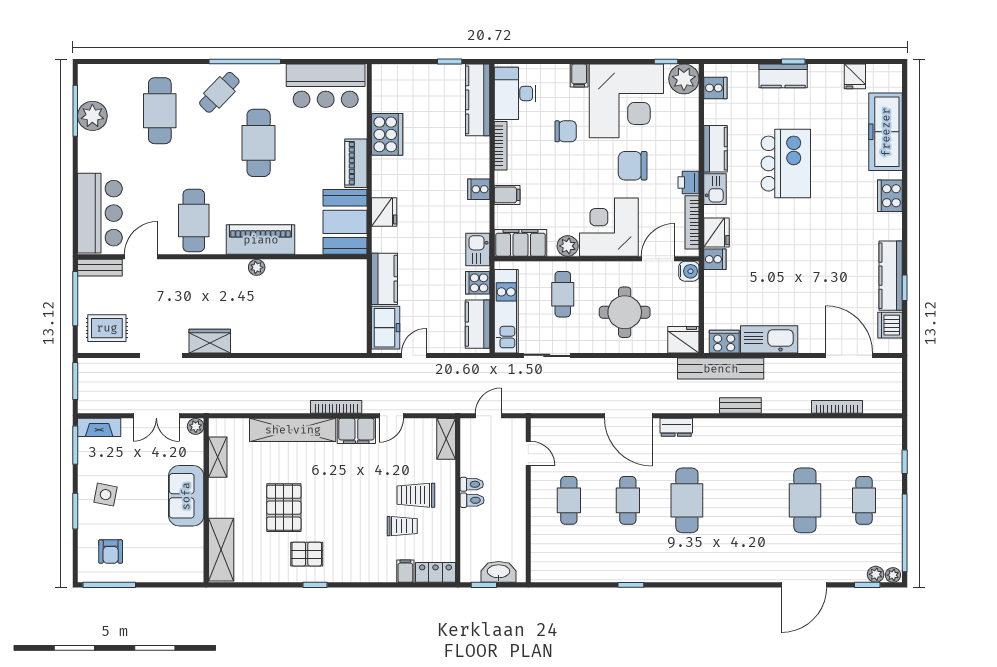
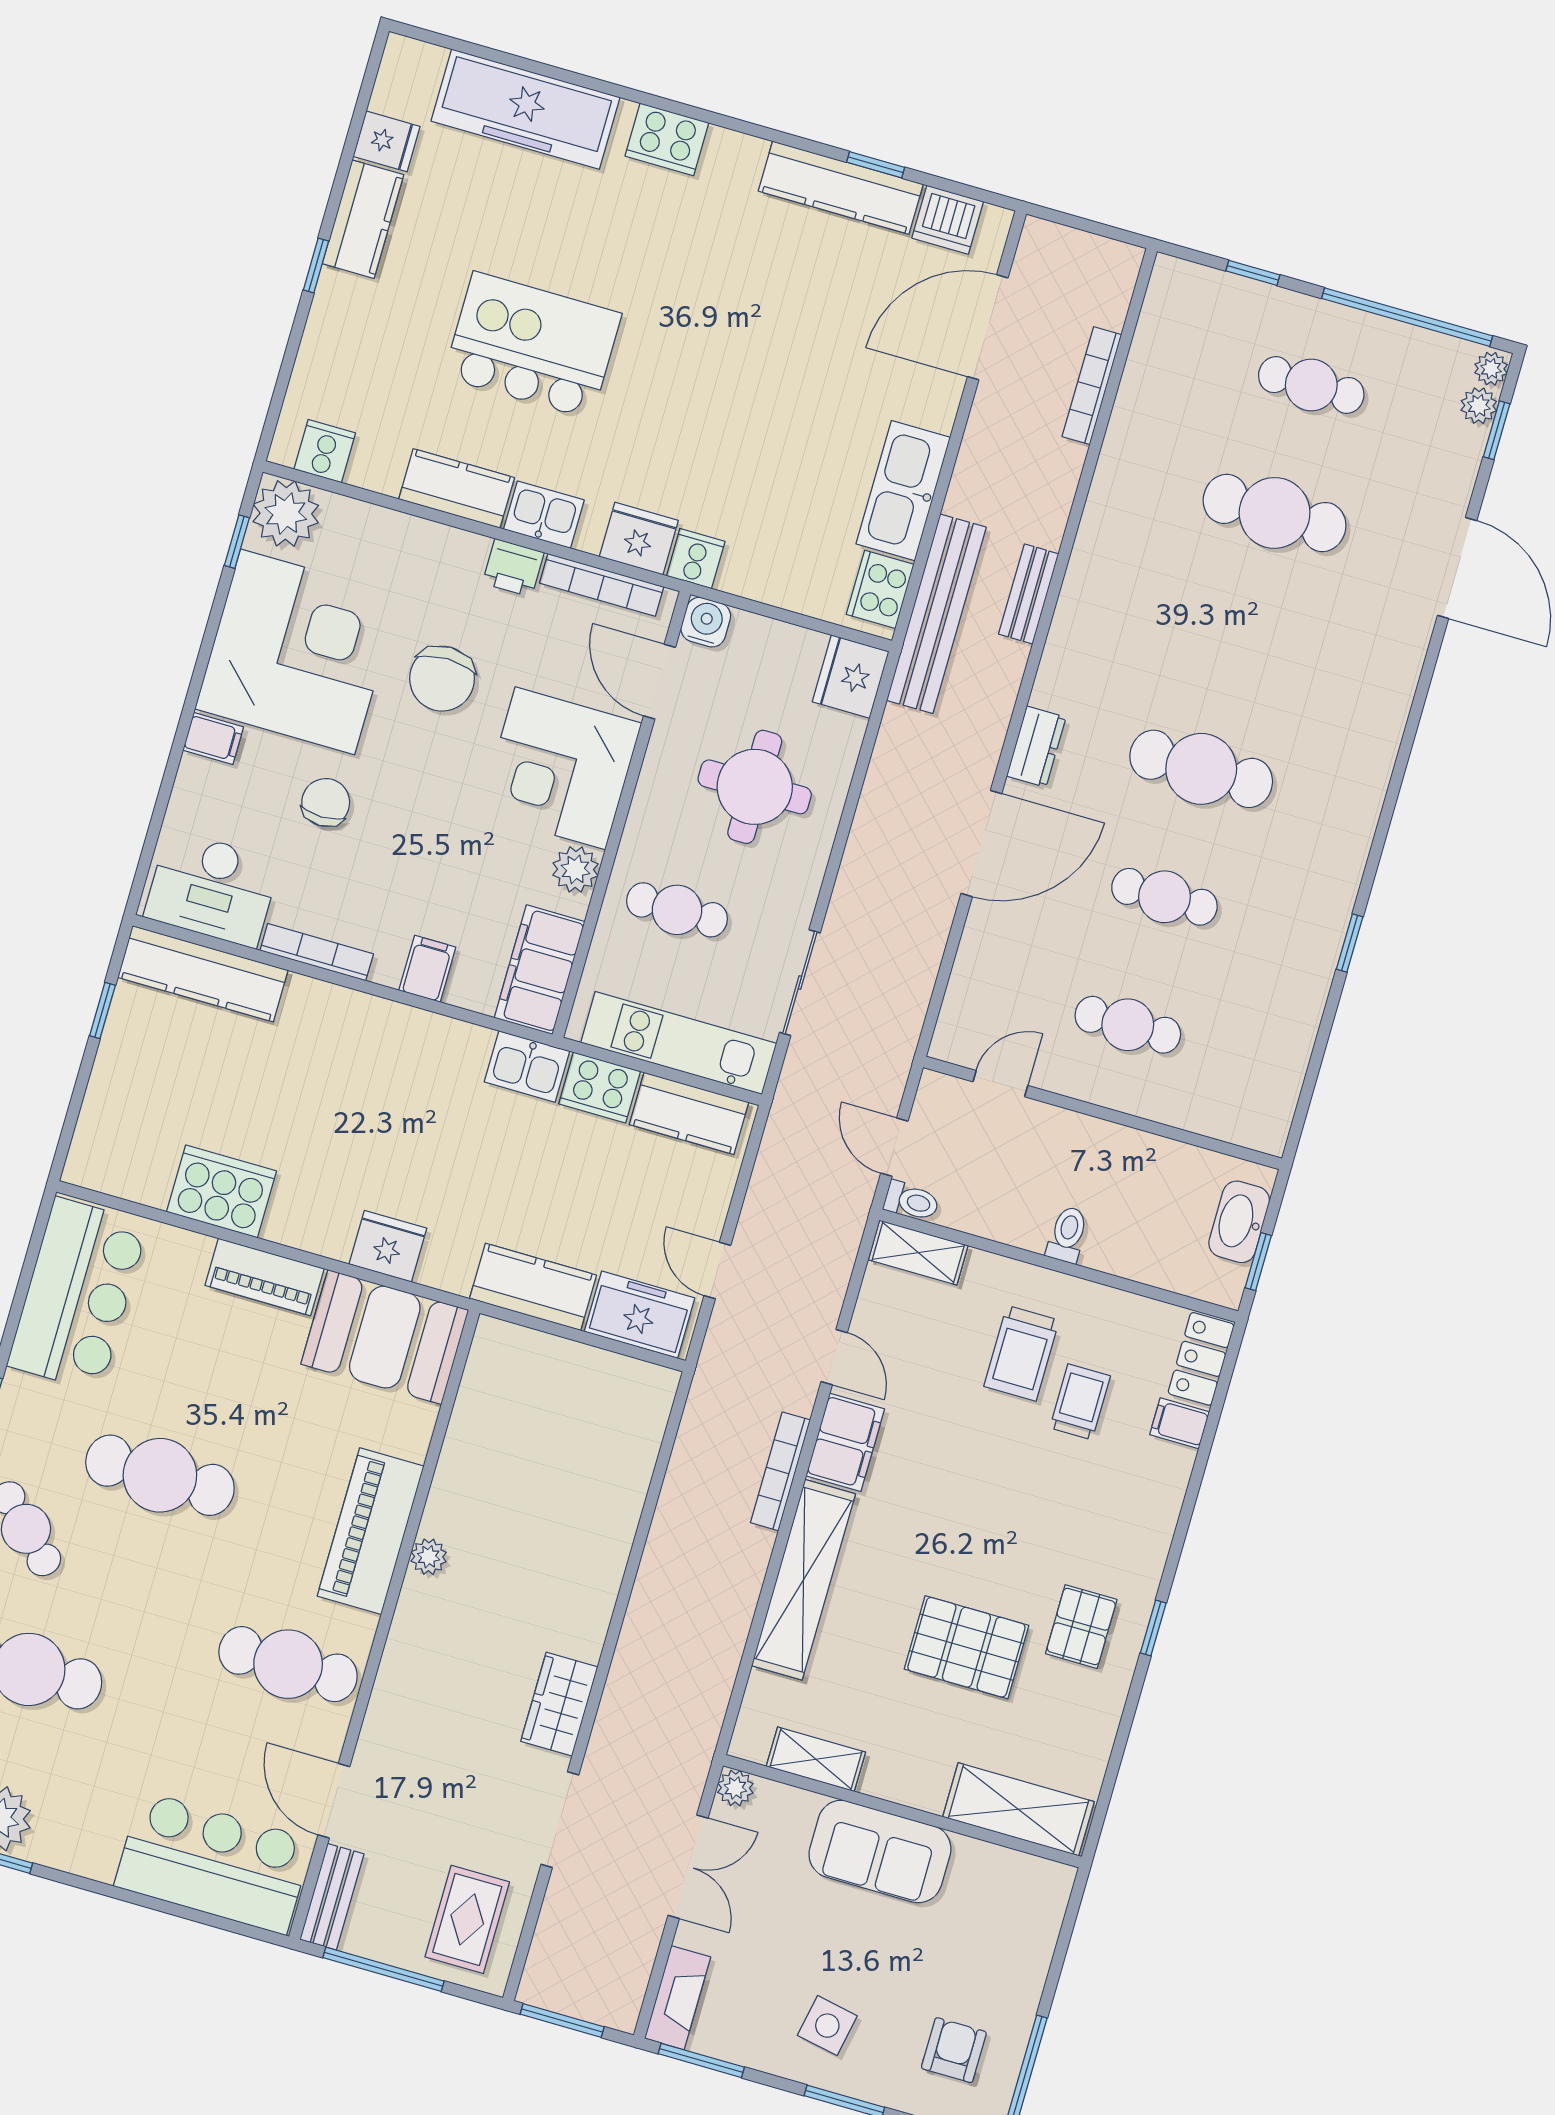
kitchen counter: (783, 76) -> (363, 219), moved
cooker: (479, 189) -> (397, 1027), removed
cooker: (478, 283) -> (600, 1087), width x1.36
toilet: (472, 484) -> (912, 1201), moved, turned 90
armchair: (111, 552) -> (954, 2050), turned -90

